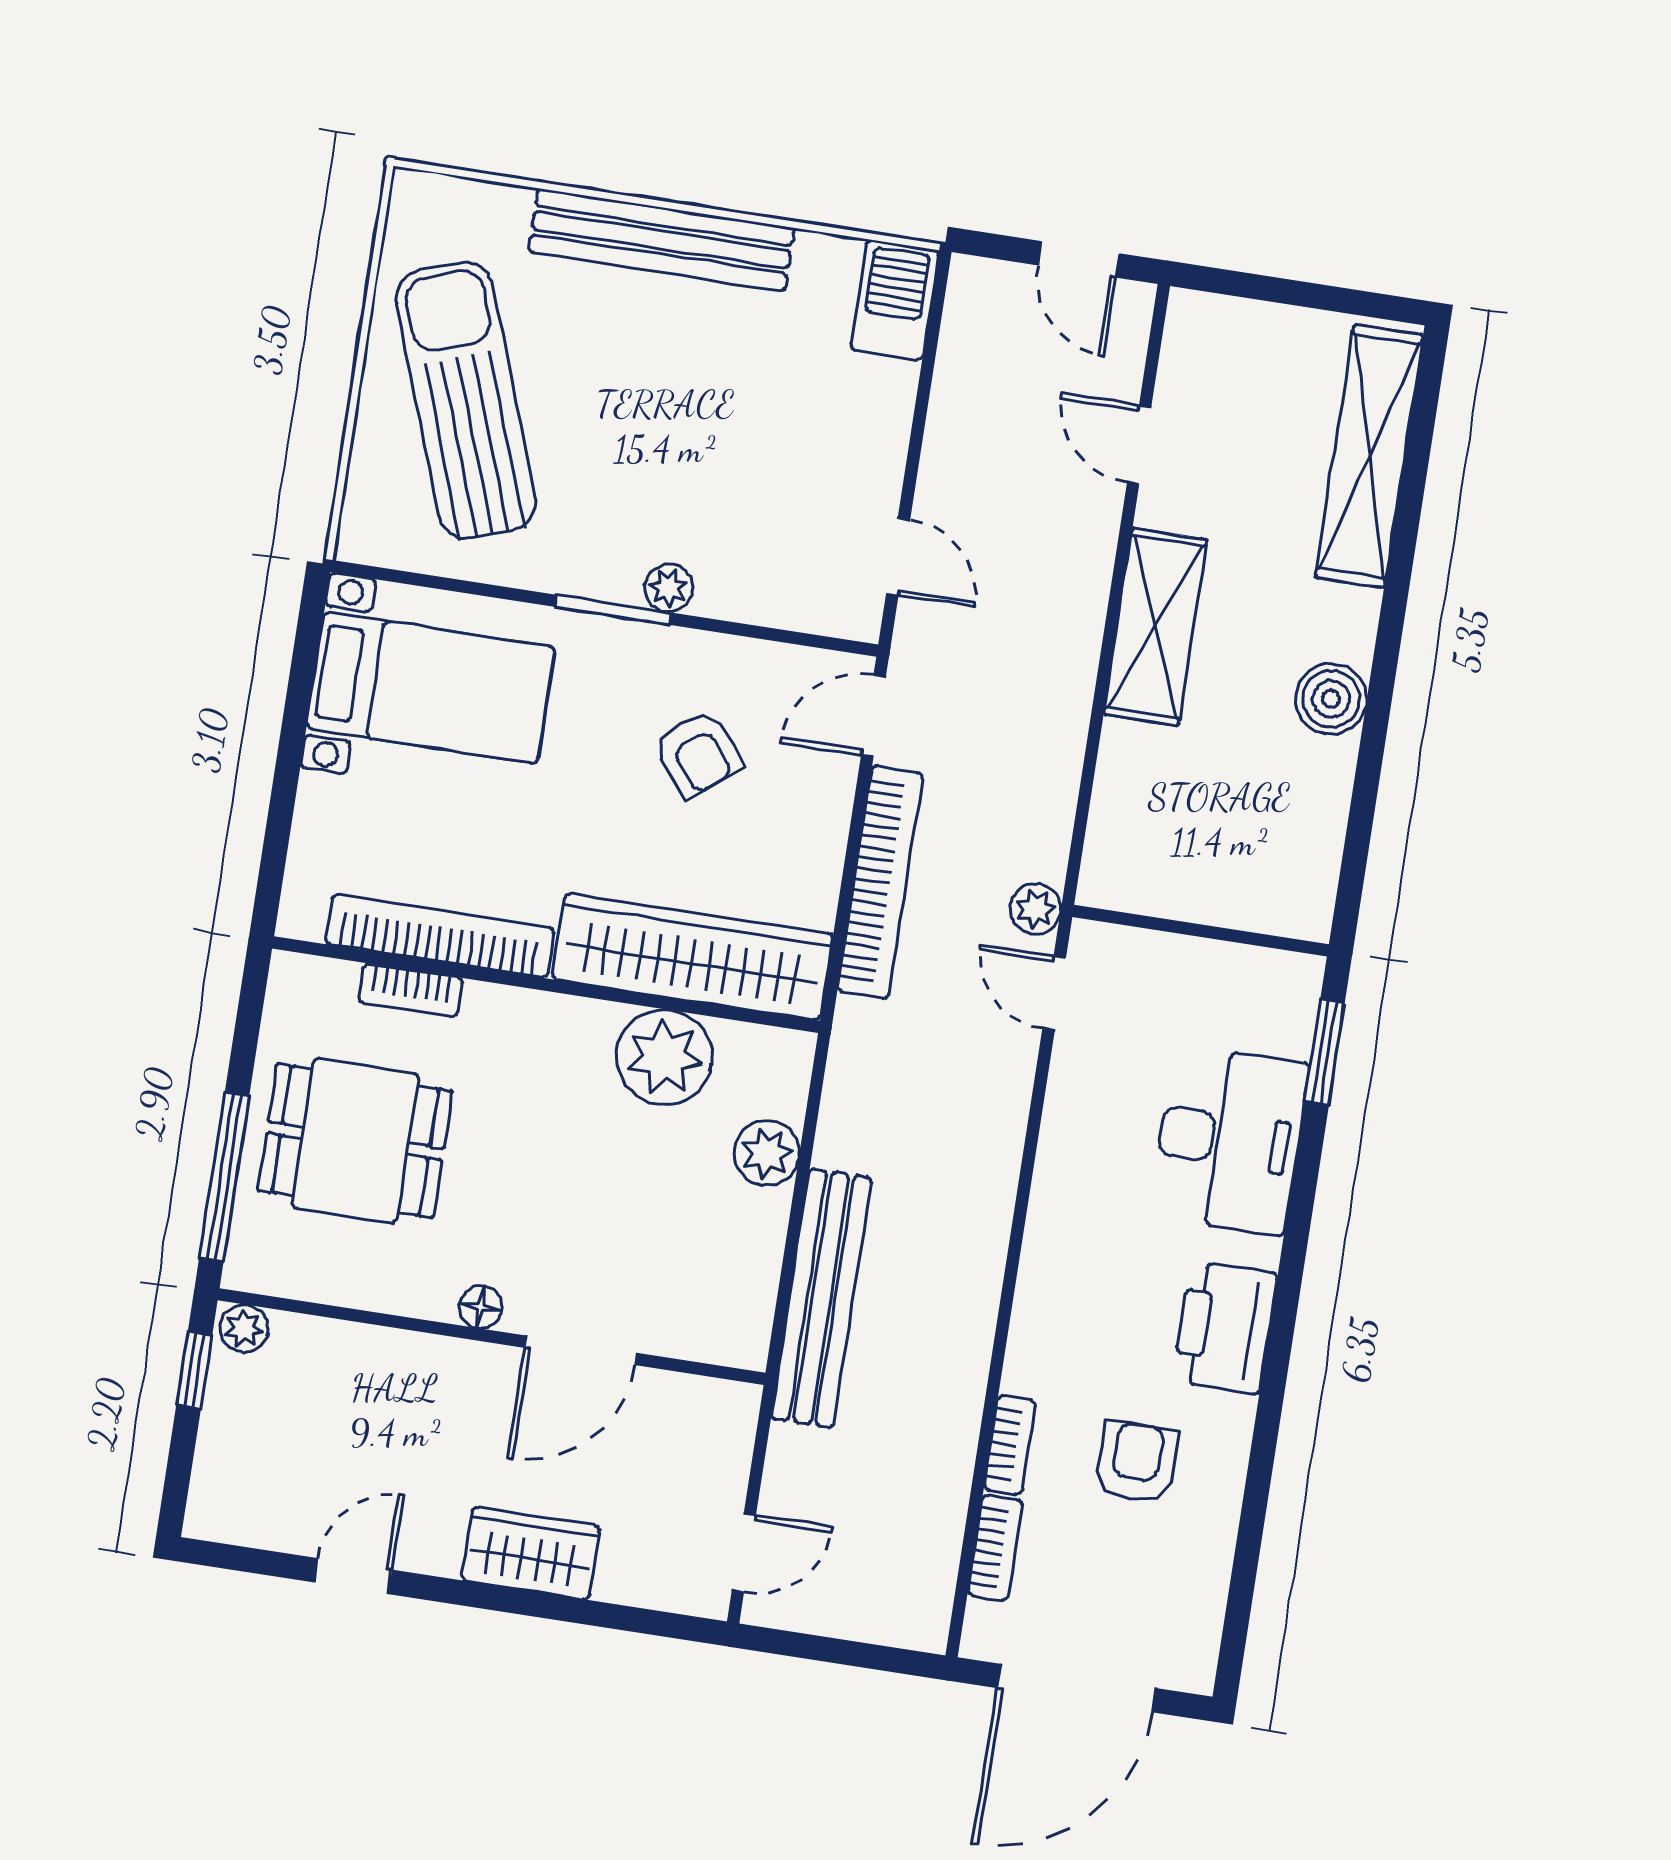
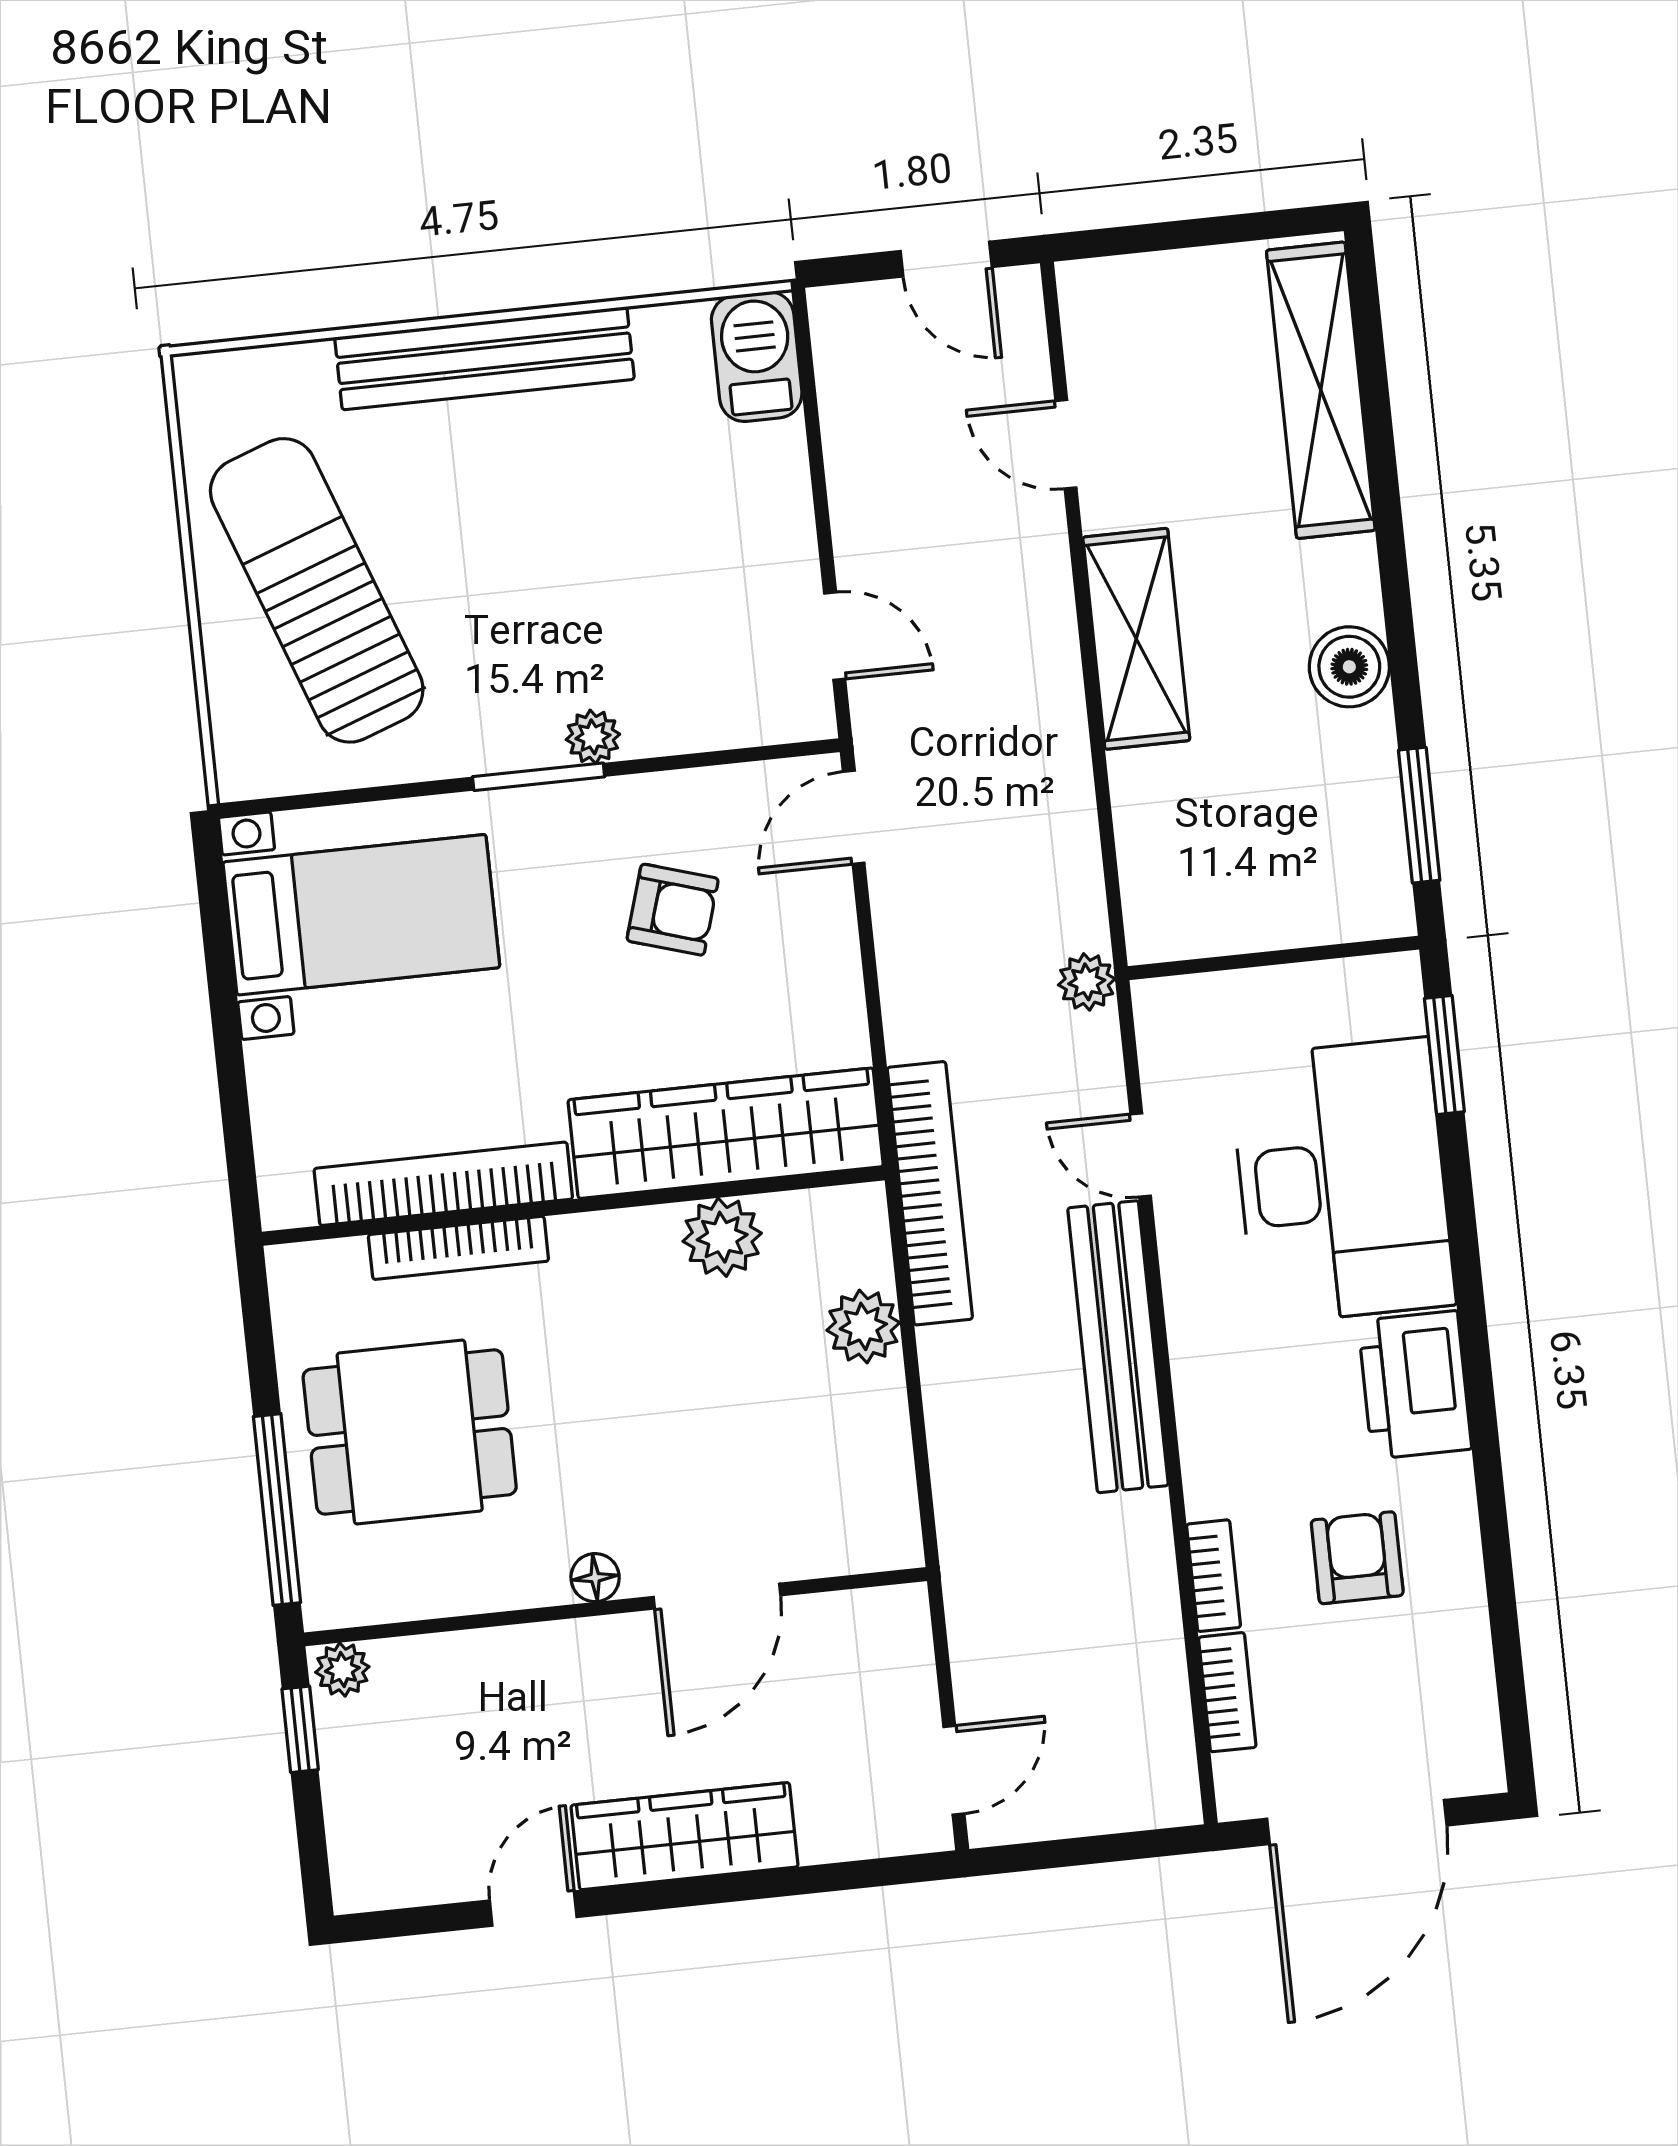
armchair: (698, 754) -> (673, 910), turned -34
window: (1357, 842) -> (1419, 815), added
bookcase: (880, 882) -> (930, 1193), moved
bookcase: (411, 990) -> (458, 1248), width x1.56
door: (1054, 993) -> (1141, 1155), moved
plant: (664, 1057) -> (722, 1237), width x0.73, depth x0.73
desk: (1229, 1140) -> (1342, 1181), width x1.36, depth x1.30
bench: (821, 1298) -> (1118, 1347), moved
wardrobe: (531, 1553) -> (684, 1836), width x1.50

